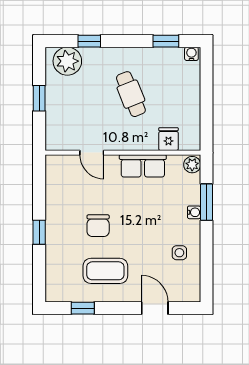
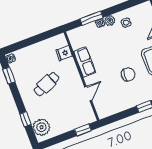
window: (39, 98) -> (83, 130), moved
plant: (192, 165) -> (110, 20), moved

